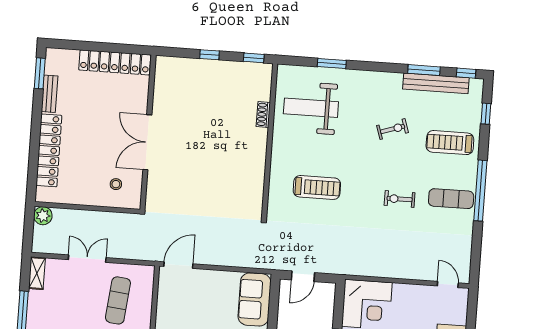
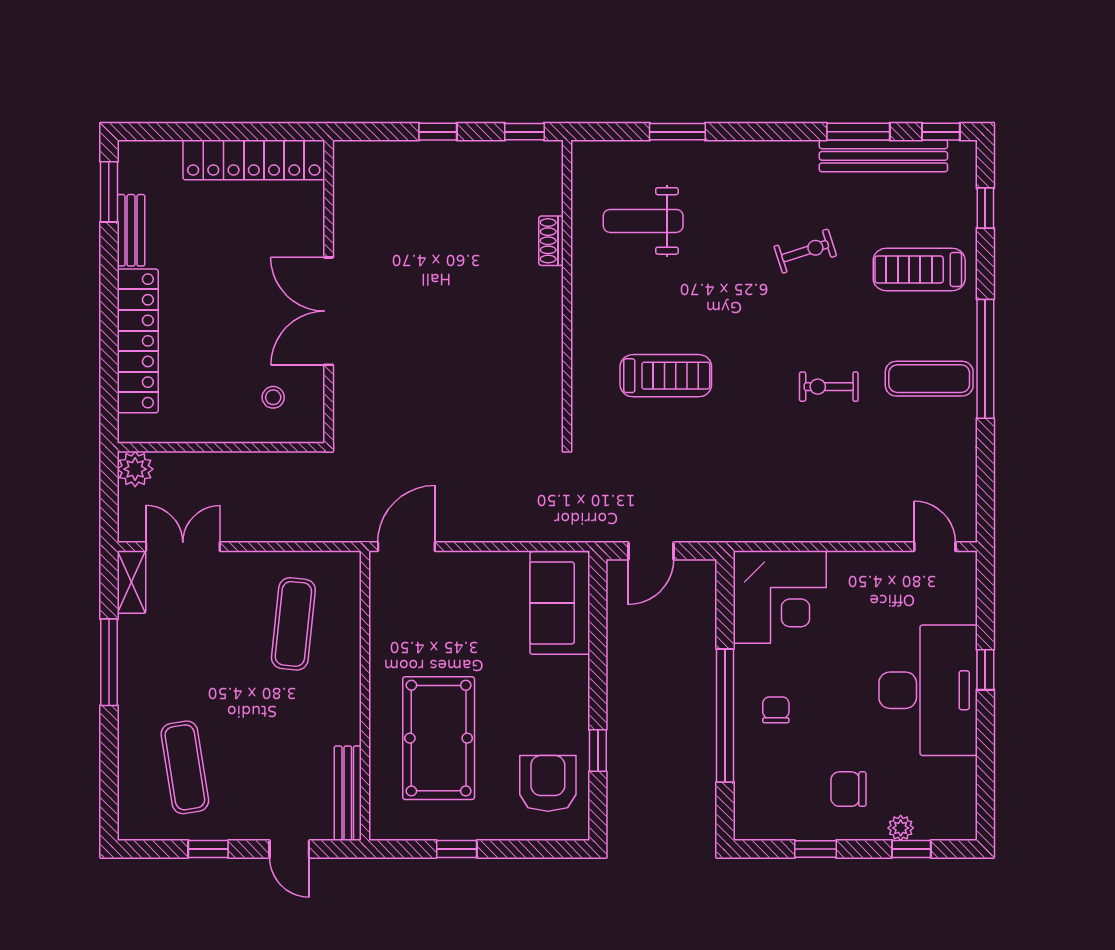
weight bench: (311, 108) -> (643, 221), width x0.73, depth x0.75
double door: (87, 259) -> (183, 547), moved

